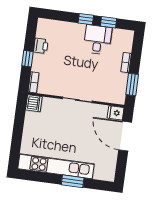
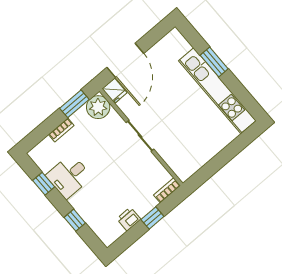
window: (86, 19) -> (75, 220), moved
plant: (117, 95) -> (98, 107), added
dishwasher: (34, 103) -> (184, 170), removed

